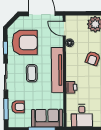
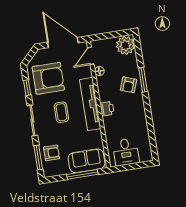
door: (64, 29) -> (91, 56), hinge flipped
printer: (71, 87) -> (107, 109), moved

